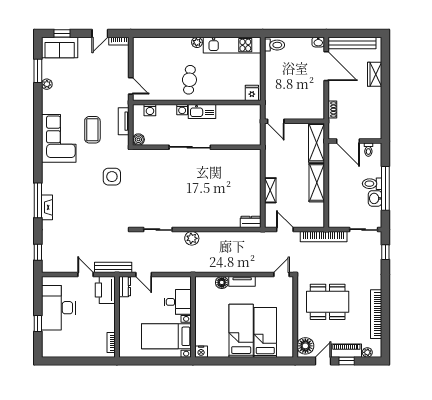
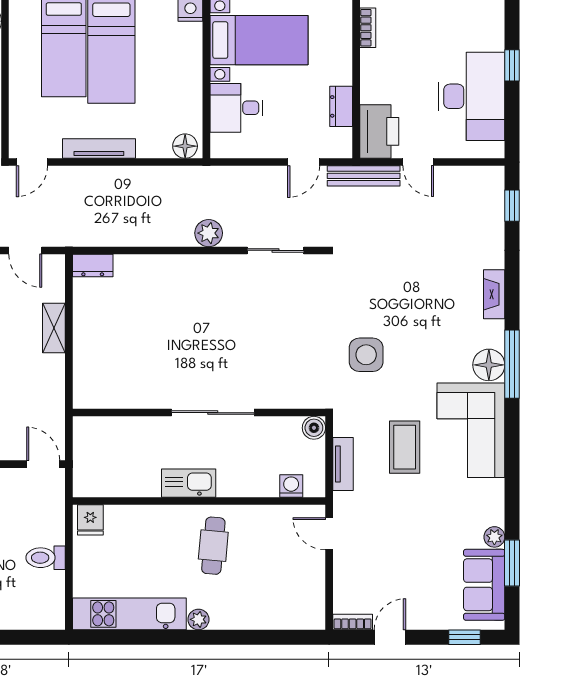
toilet: (275, 45) -> (46, 558), moved
sofa: (60, 47) -> (484, 585), moved, turned -90
washing machine: (182, 110) -> (228, 487), removed
floor lamp: (50, 171) -> (489, 365), added
window: (38, 200) -> (512, 364), moved
door: (144, 274) -> (304, 162), swing flipped
tv unit: (242, 281) -> (99, 148), width x1.41
floor lamp: (222, 282) -> (185, 146), moved
dresser: (125, 287) -> (341, 106), moved

